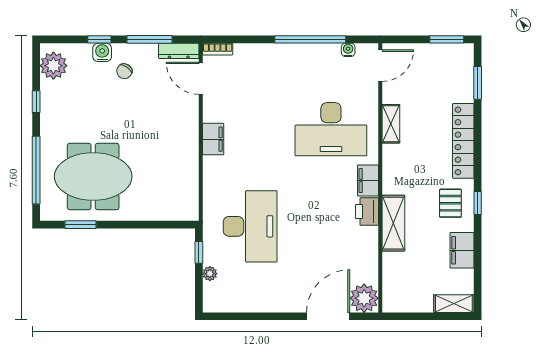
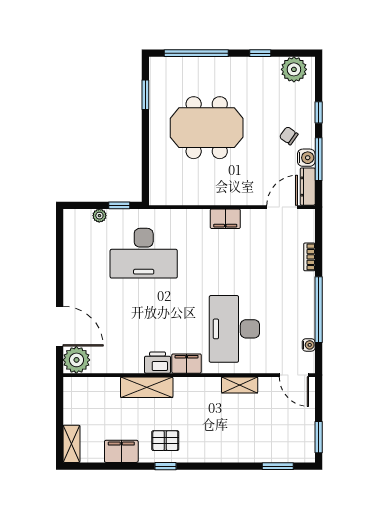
bookcase: (218, 49) -> (309, 257), moved
water cooler: (102, 52) -> (306, 158), moved
locker: (463, 141) -> (223, 453), removed
meeting table: (93, 176) -> (207, 128), moved, turned 90

